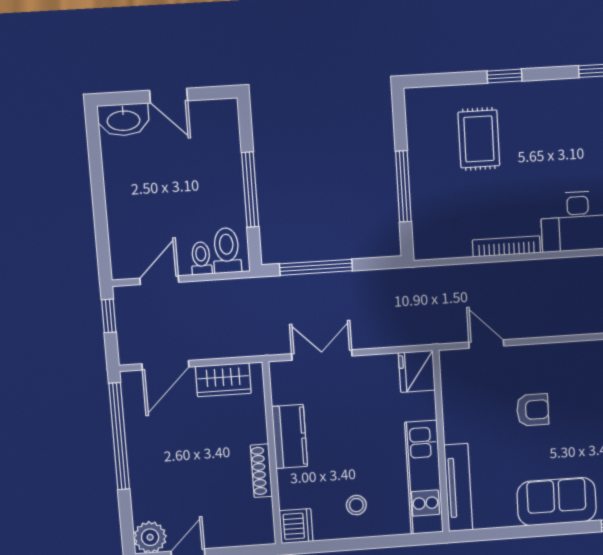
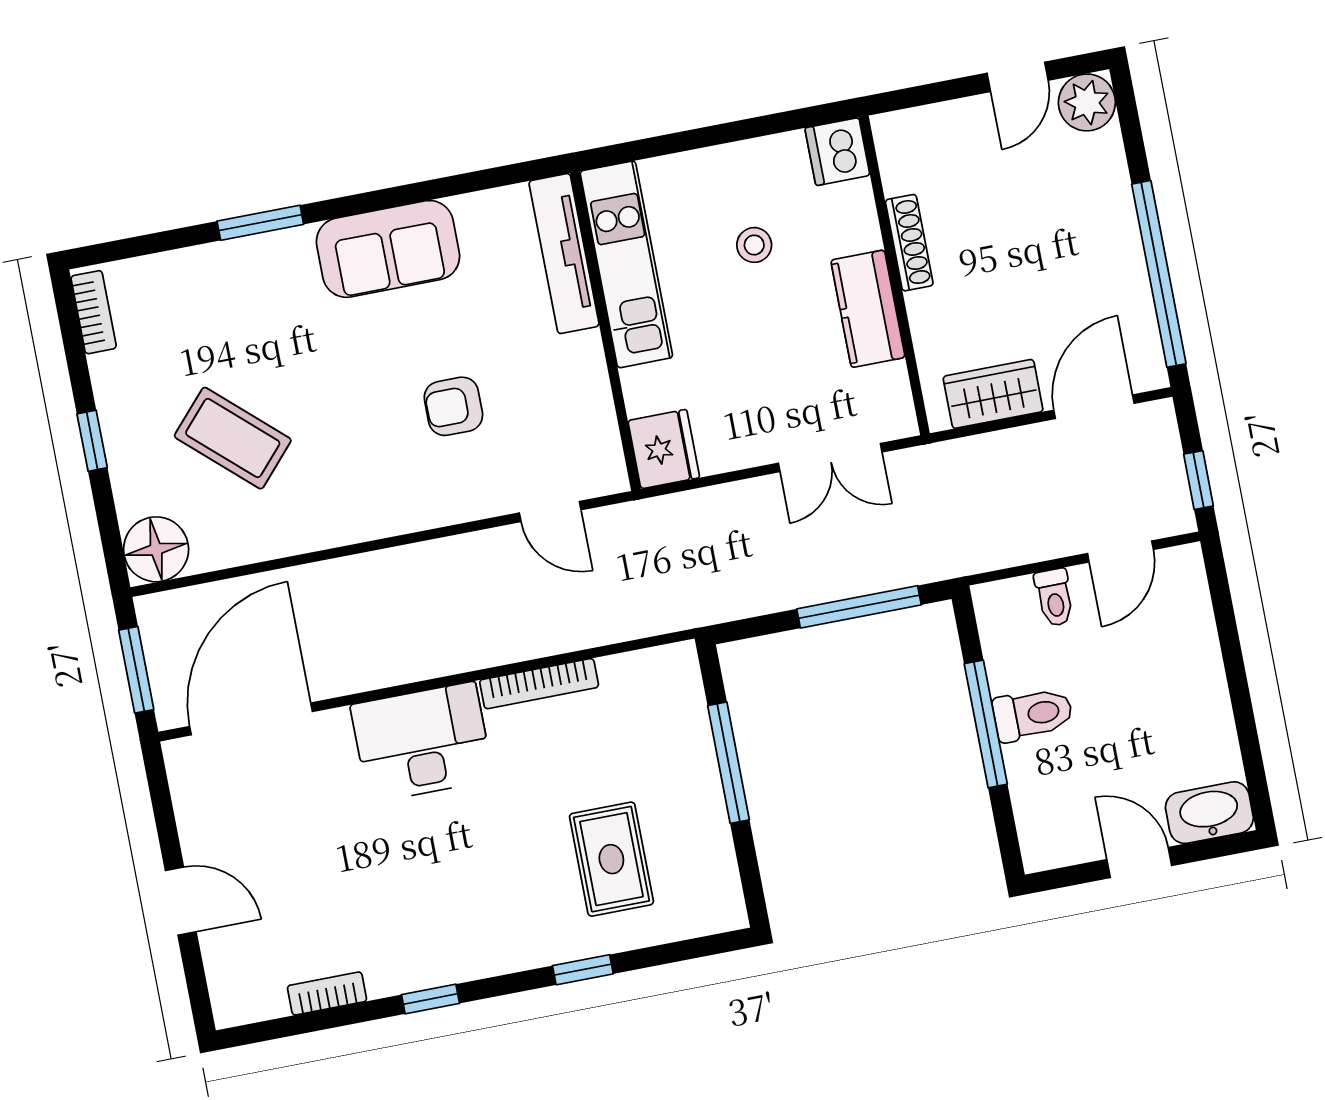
toilet: (227, 250) -> (1033, 714), moved, turned -90
stool: (356, 505) -> (754, 245), moved

